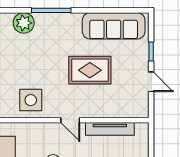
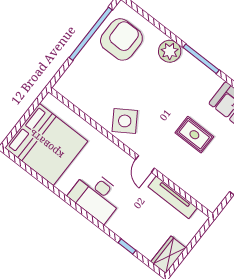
rug: (90, 70) -> (194, 135), width x0.73, depth x0.70
side table: (31, 100) -> (125, 121), turned -33

